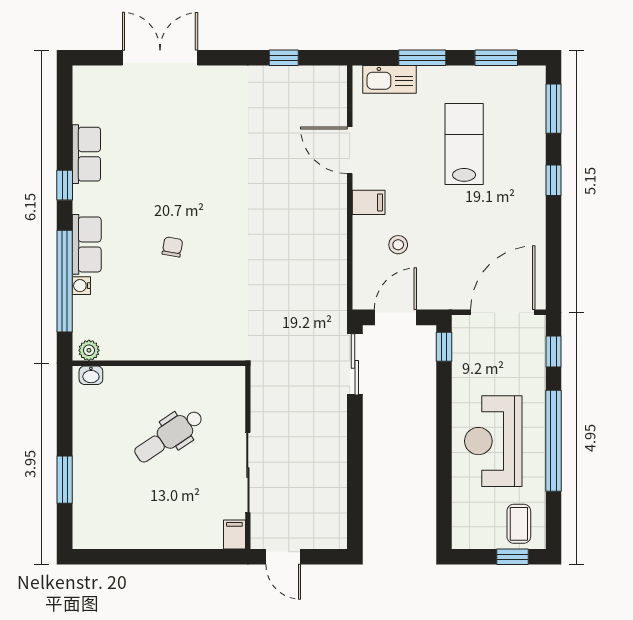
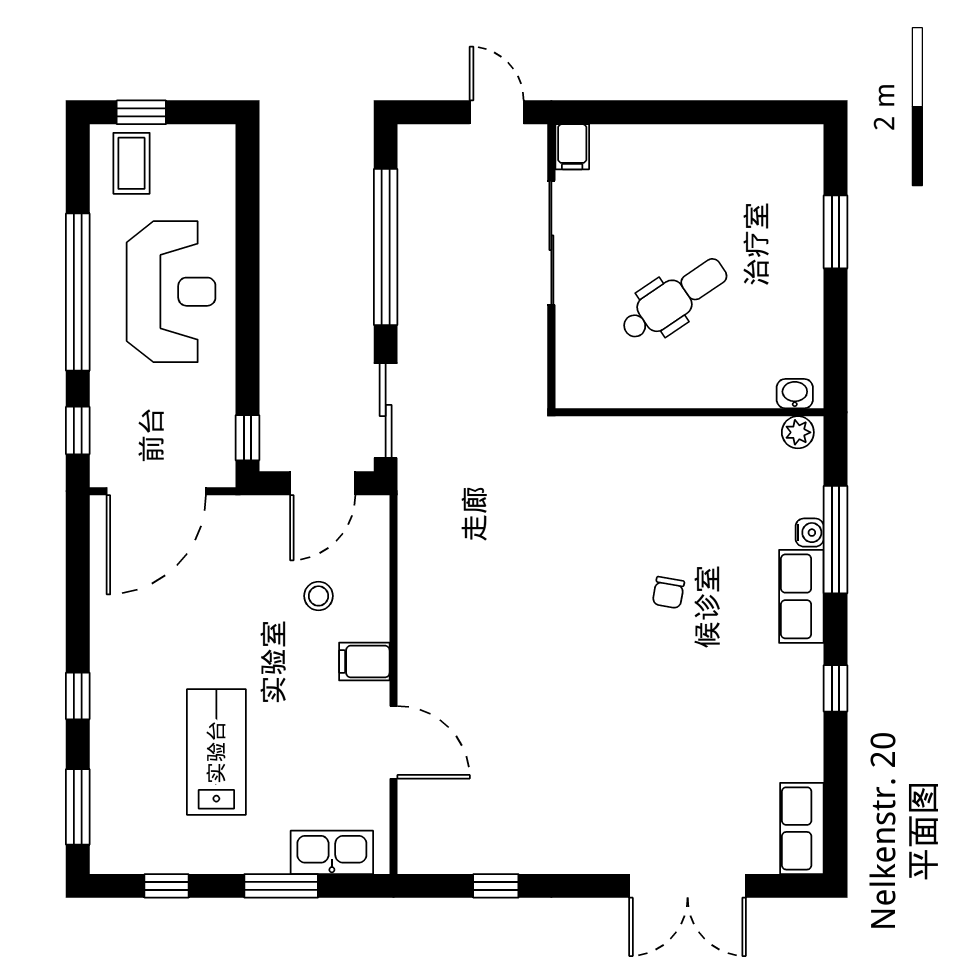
window: (496, 58) -> (166, 886), width x0.67
lab bench: (464, 144) -> (216, 752), turned 180
row of seats: (86, 154) -> (802, 828), moved
window: (65, 281) -> (836, 540), width x0.68
window: (355, 470) -> (386, 247), added

